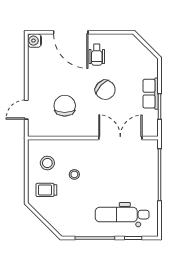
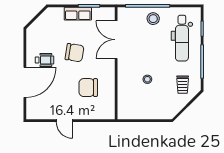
water cooler: (35, 41) -> (32, 114), removed
chair: (105, 90) -> (75, 53), turned 56
door: (26, 110) -> (64, 121), moved
stool: (47, 163) -> (153, 19), moved
trolley: (46, 190) -> (183, 85), moved

